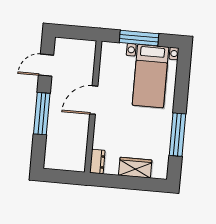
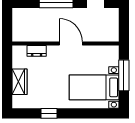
window: (177, 135) -> (49, 113), width x0.46
dresser: (97, 162) -> (37, 51), moved

